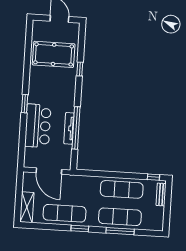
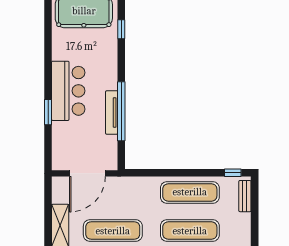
window: (25, 104) -> (48, 112), moved
bar counter: (38, 126) -> (68, 91), moved
door: (49, 171) -> (87, 173), hinge flipped

